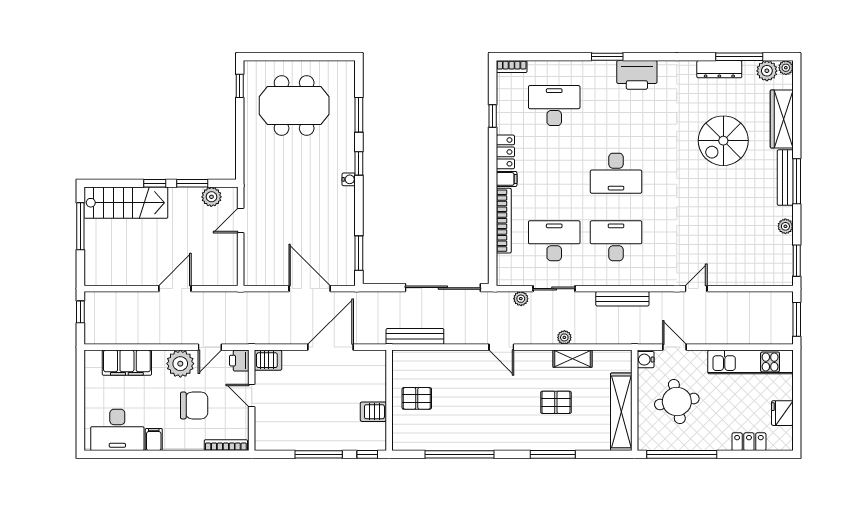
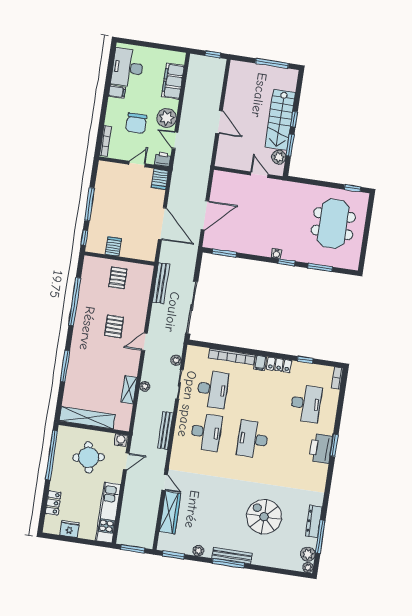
printer: (637, 75) -> (321, 448), moved
wardrobe: (782, 119) -> (170, 513), moved, turned 90
stairs: (126, 203) -> (280, 120), moved
pallet: (556, 402) -> (114, 326), moved

